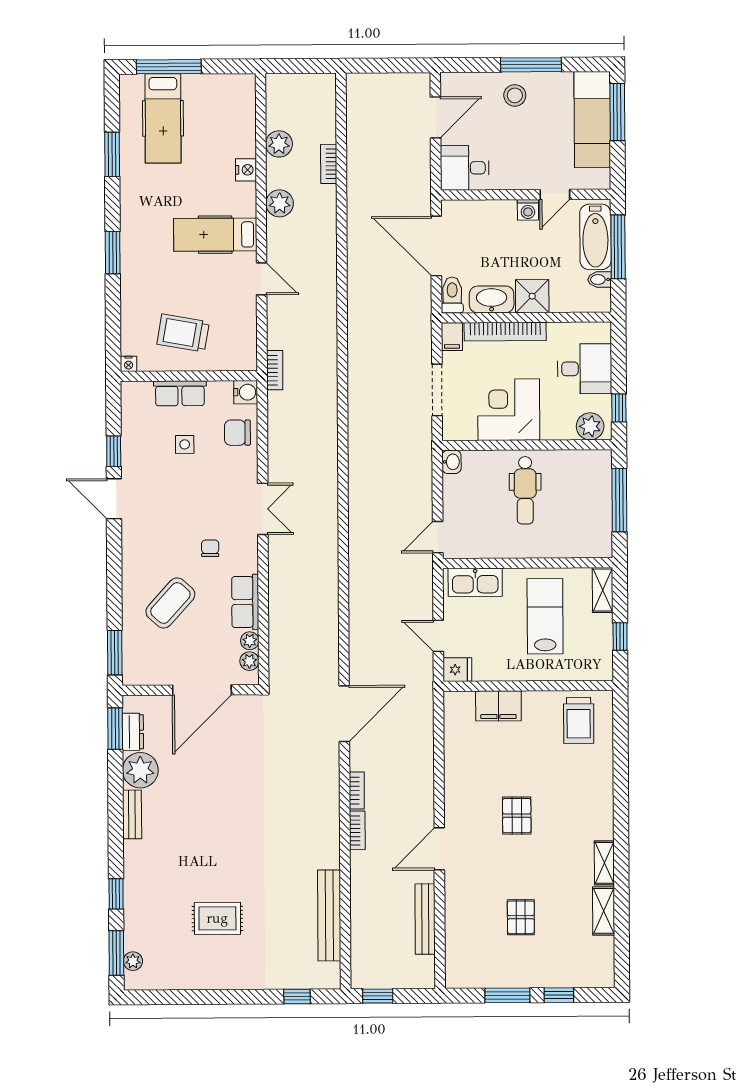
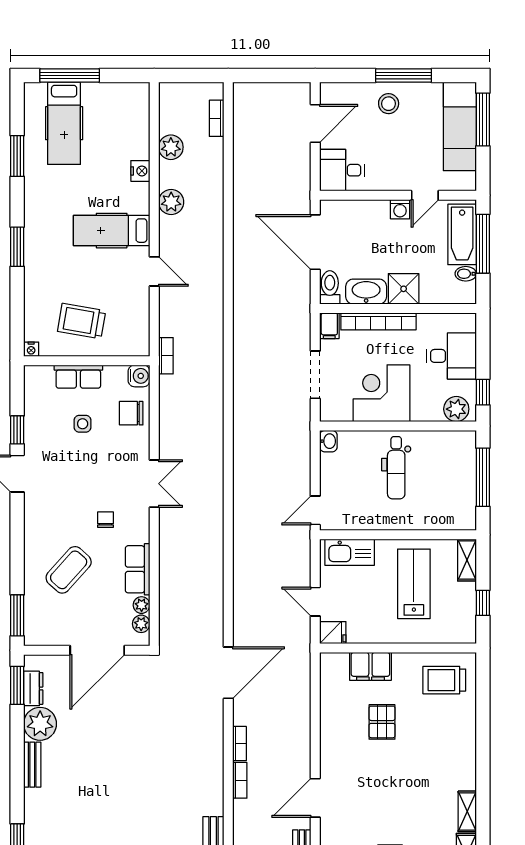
bookcase: (329, 164) -> (217, 118), moved
trolley: (579, 720) -> (444, 680), turned 90
pallet: (517, 816) -> (382, 722), moved

